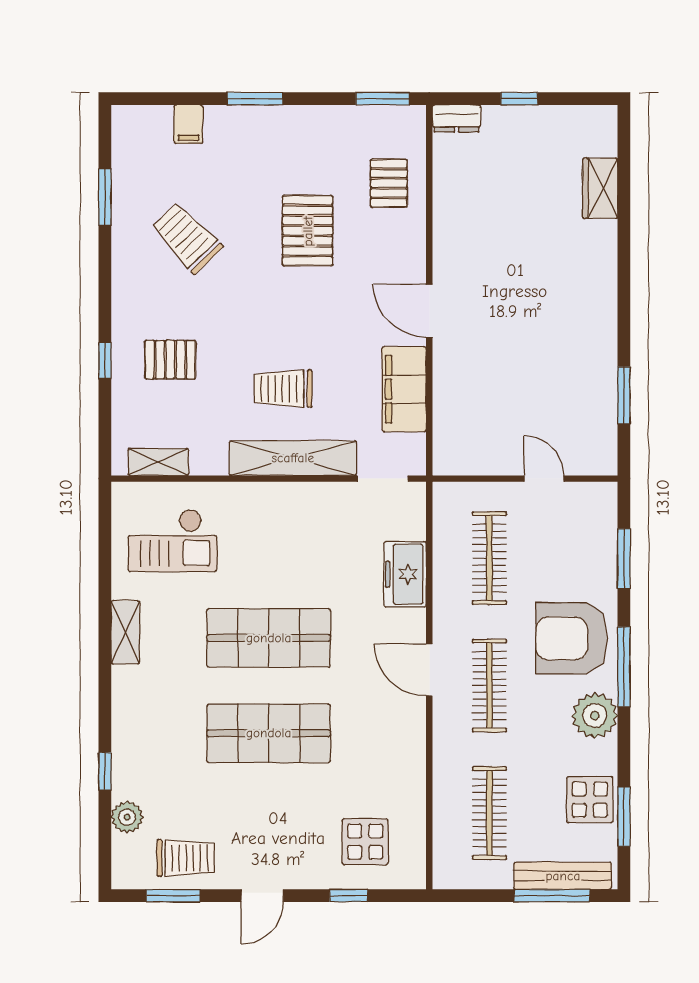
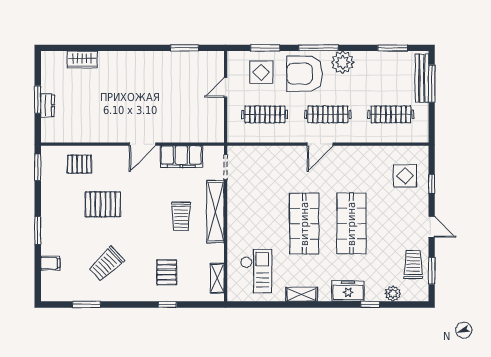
window: (519, 99) -> (38, 100), width x1.50
dresser: (457, 118) -> (47, 106), moved
freezer: (405, 574) -> (348, 291), moved, turned 180
armchair: (572, 638) -> (304, 74), turned 90
display table: (590, 800) -> (261, 72), moved

